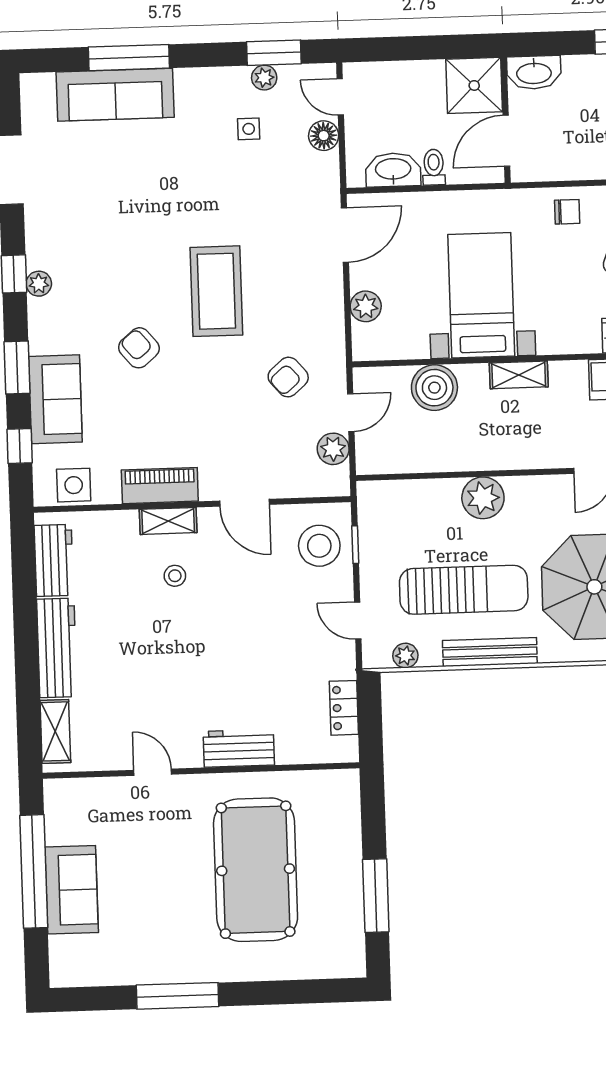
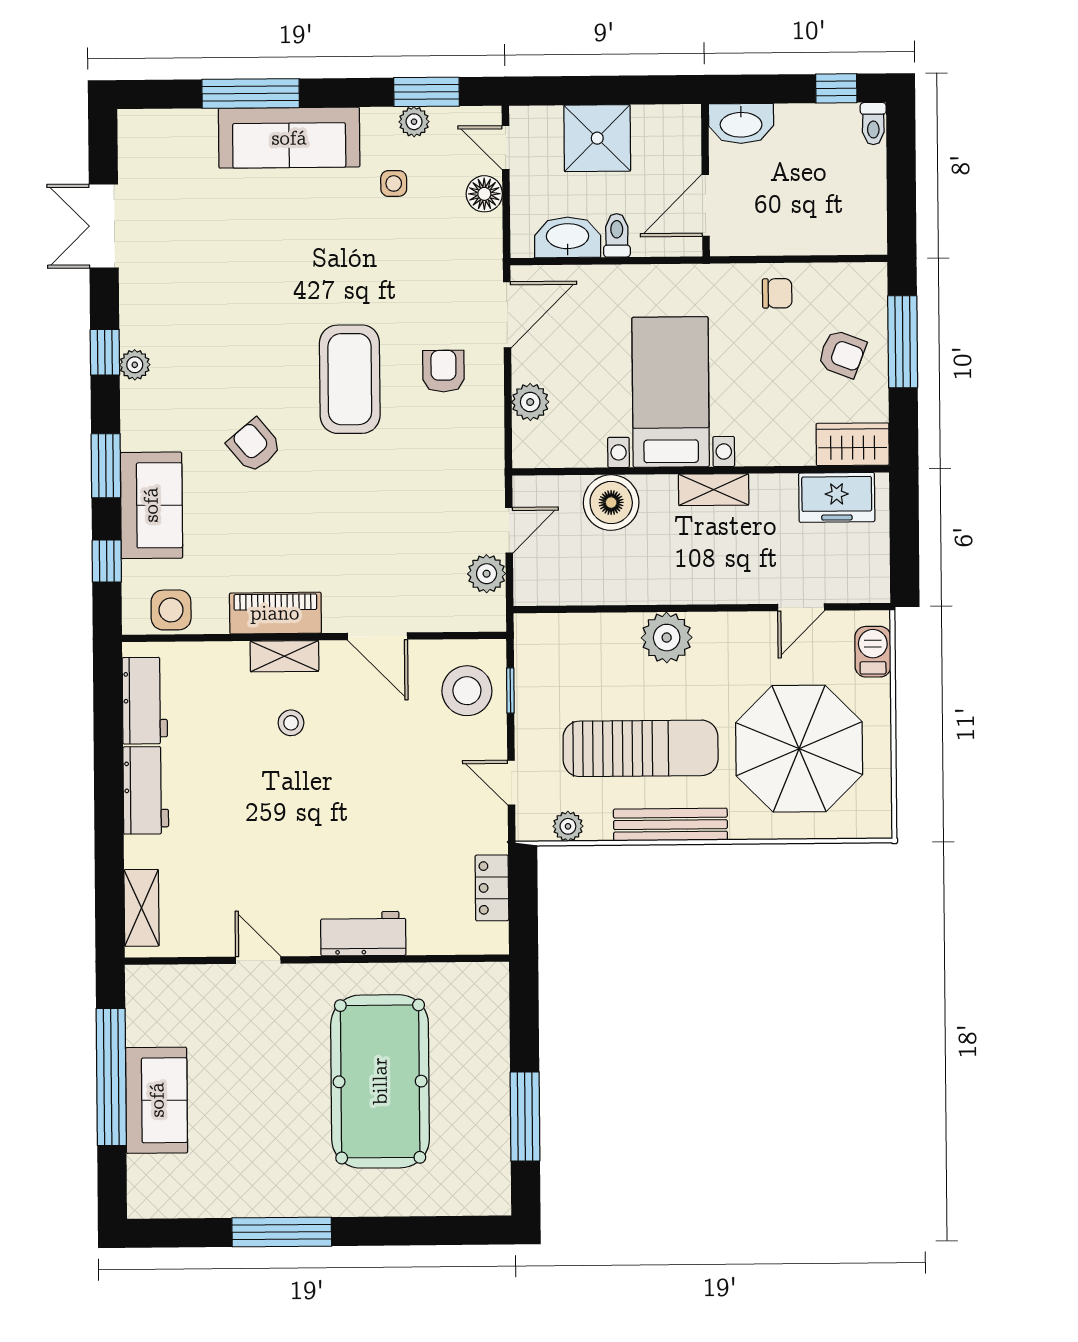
shower: (474, 85) -> (597, 138), moved
sofa: (115, 95) -> (289, 138), moved
armchair: (288, 377) -> (443, 371), moved, turned 131
workbench: (57, 648) -> (146, 790), width x0.73

